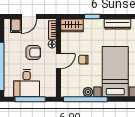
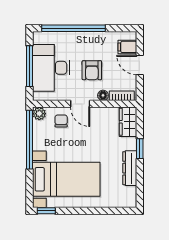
dresser: (118, 24) -> (130, 168), moved
chair: (83, 60) -> (61, 121), moved
desk: (27, 83) -> (51, 68), width x1.37
plant: (88, 92) -> (39, 114), moved

